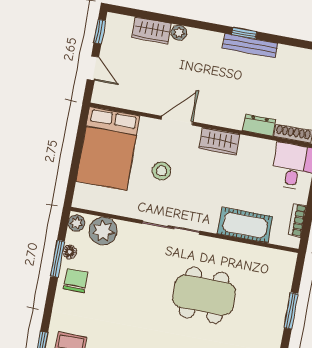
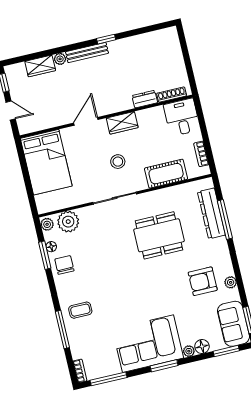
bench: (250, 46) -> (87, 53), moved
stool: (161, 171) -> (118, 162), moved
dresser: (278, 297) -> (211, 213), added
window: (291, 311) -> (225, 219), width x1.44

